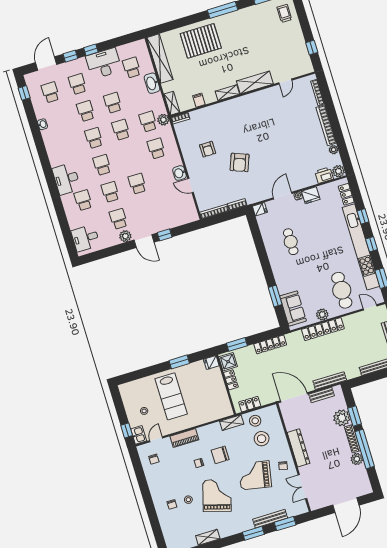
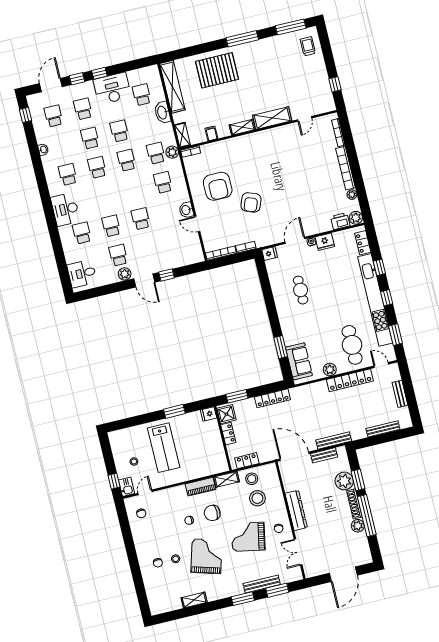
armchair: (208, 149) -> (218, 186), width x1.88, depth x1.88
school desk: (102, 165) -> (68, 174), moved
locker: (323, 329) -> (350, 380), moved
piano: (184, 438) -> (200, 487), moved

